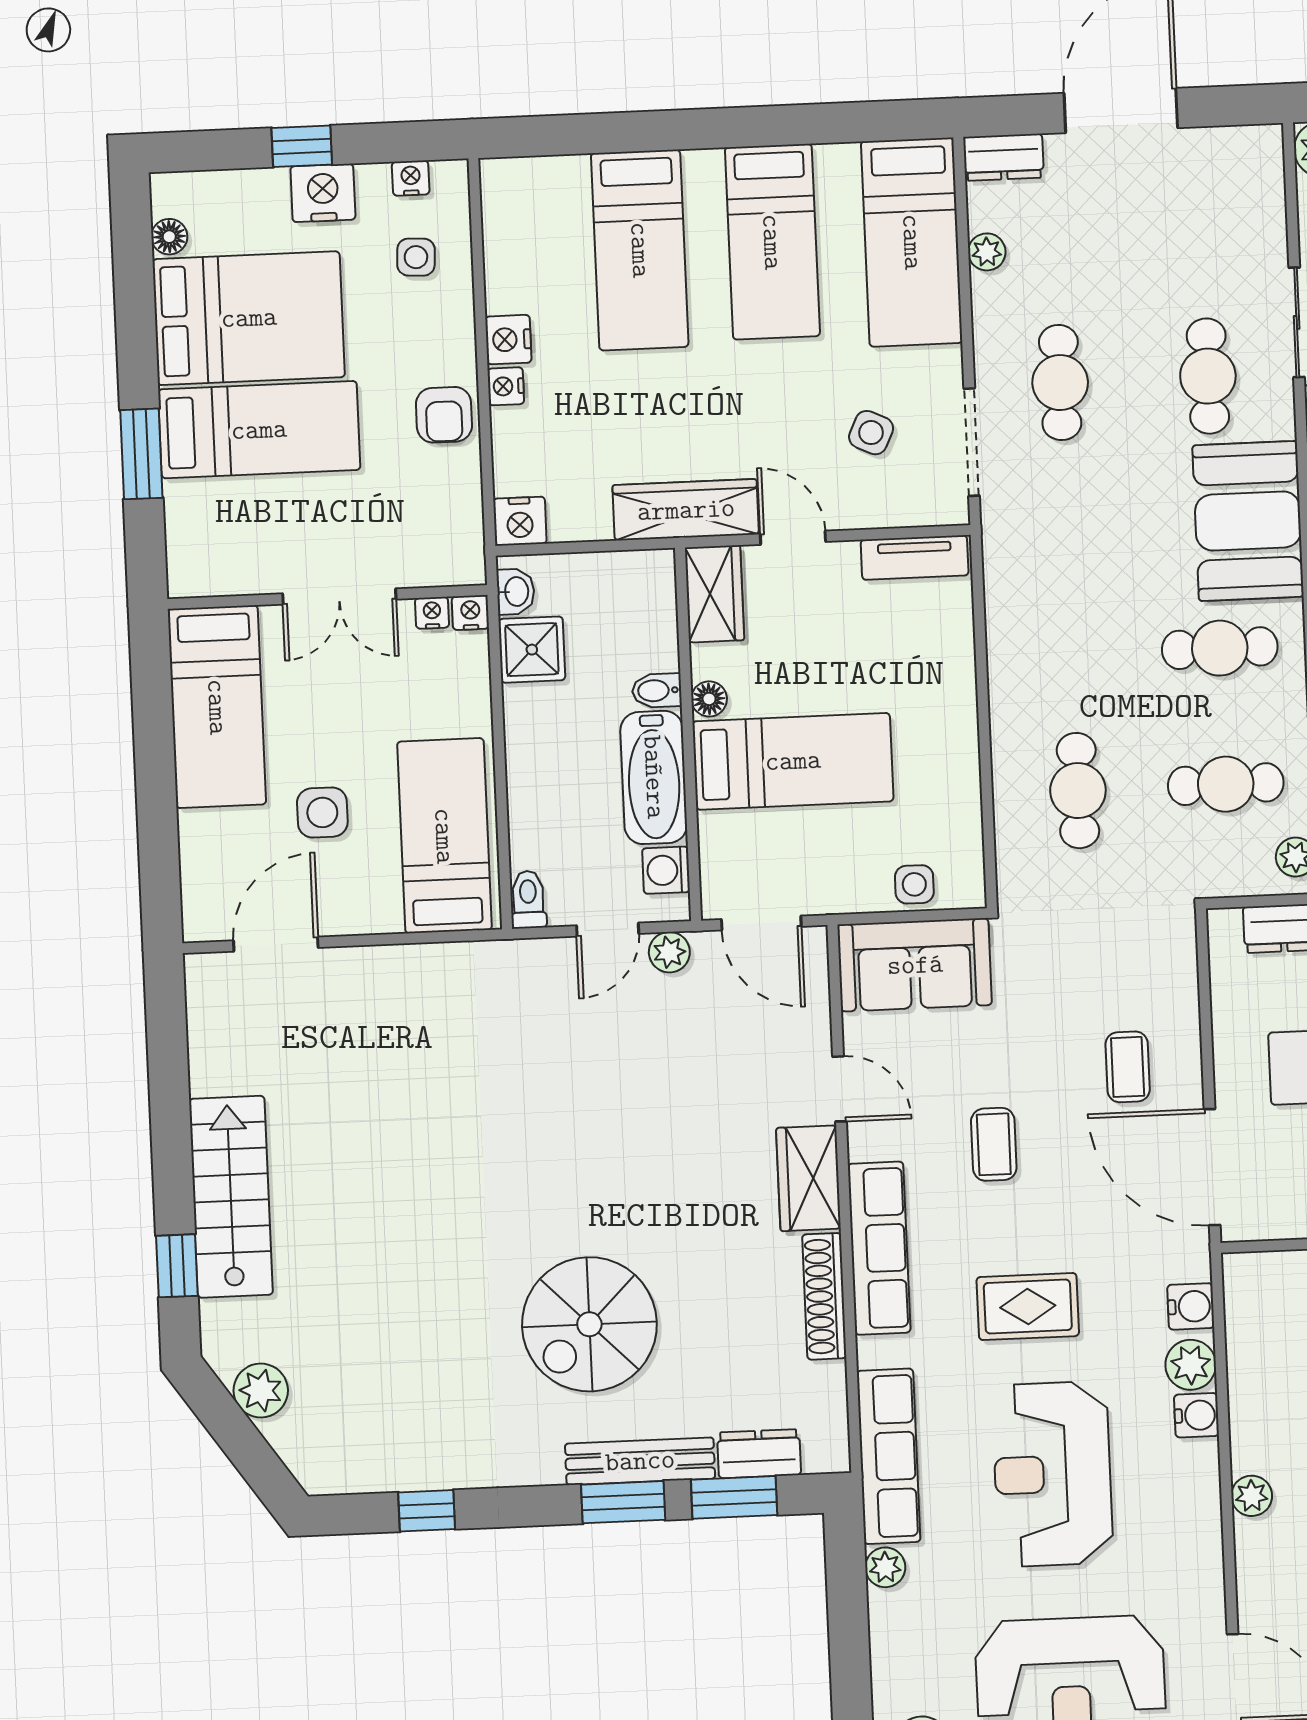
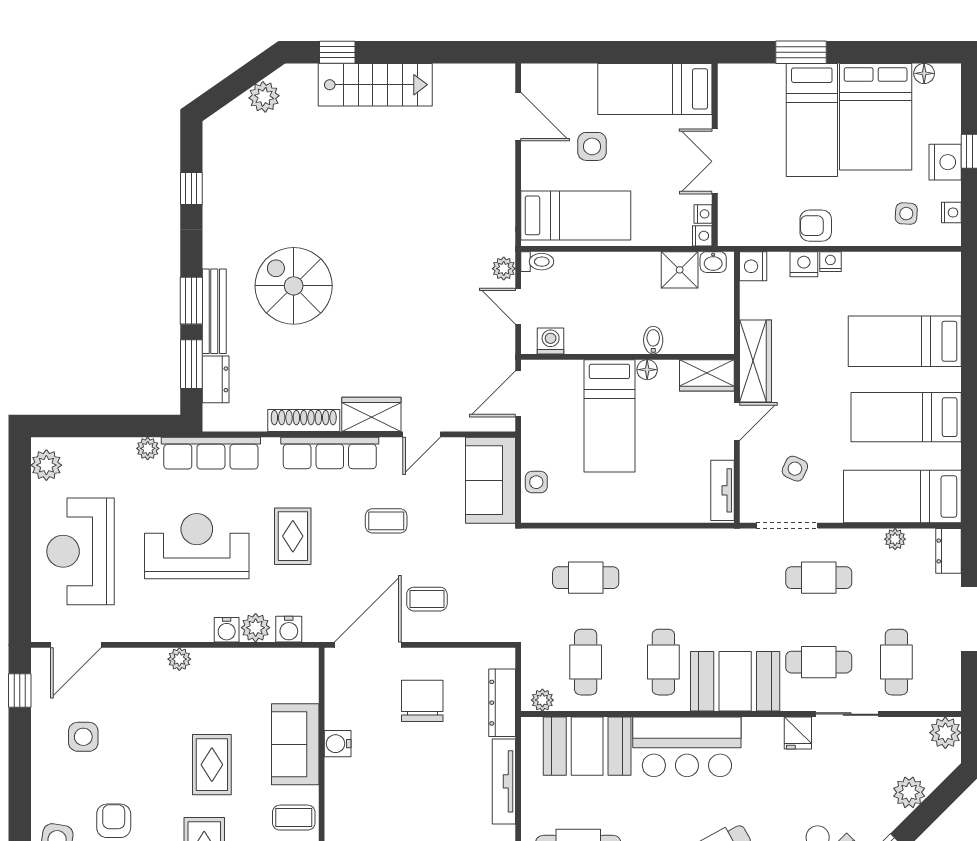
cafe table: (1202, 240) -> (896, 662), added
nightstand: (508, 340) -> (804, 264), moved
bathtub: (654, 777) -> (604, 336), removed
plant: (669, 952) -> (504, 269), moved

